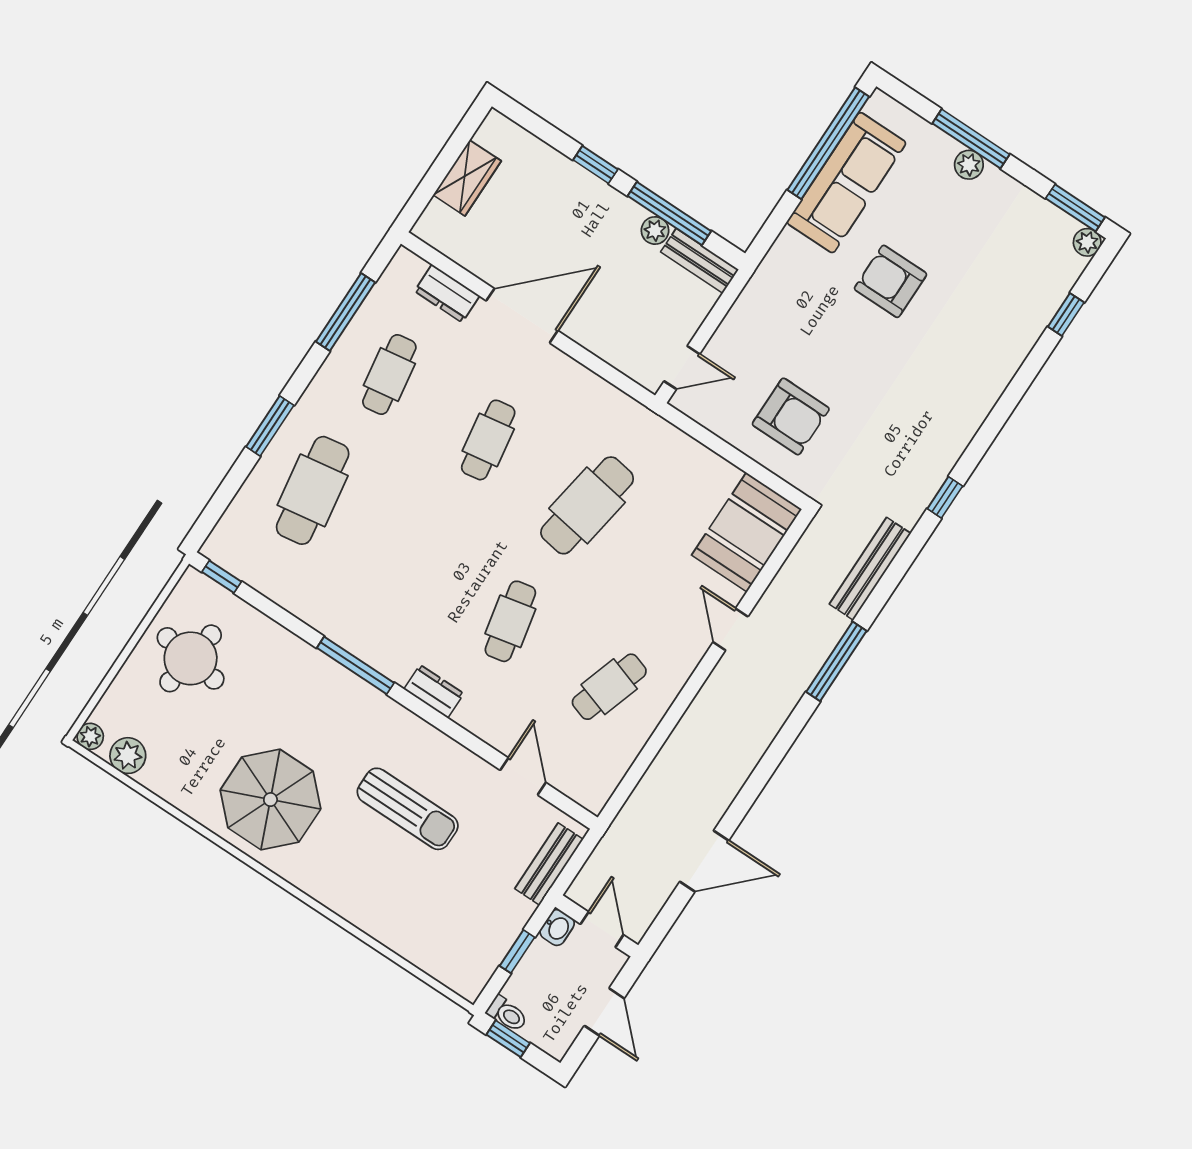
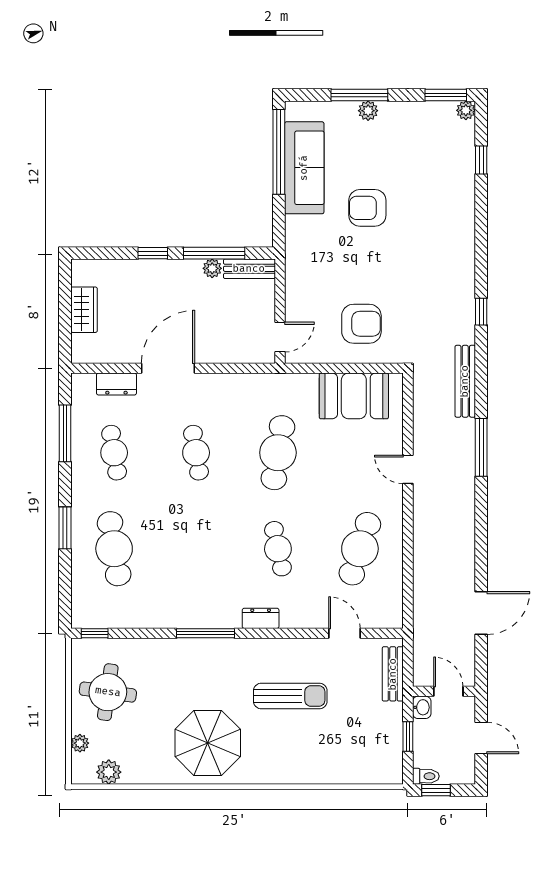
booth: (747, 532) -> (354, 396), moved, turned 90
cafe table: (609, 687) -> (360, 549), width x1.37, depth x1.35
plant: (90, 736) -> (80, 743), moved

